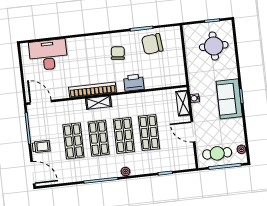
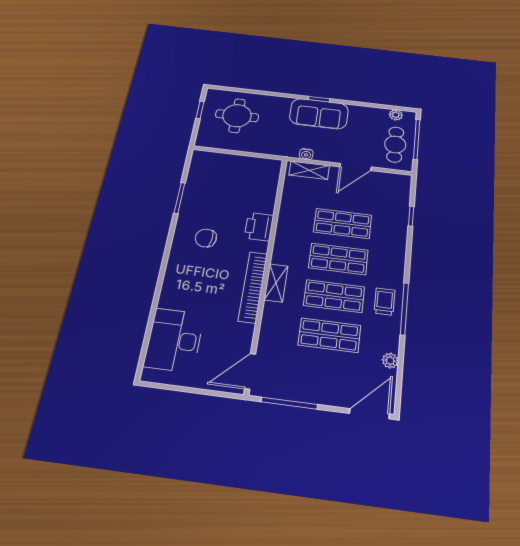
chair: (152, 44) -> (208, 190), removed
trolley: (41, 147) -> (385, 302), moved
plant: (125, 172) -> (390, 361), moved

